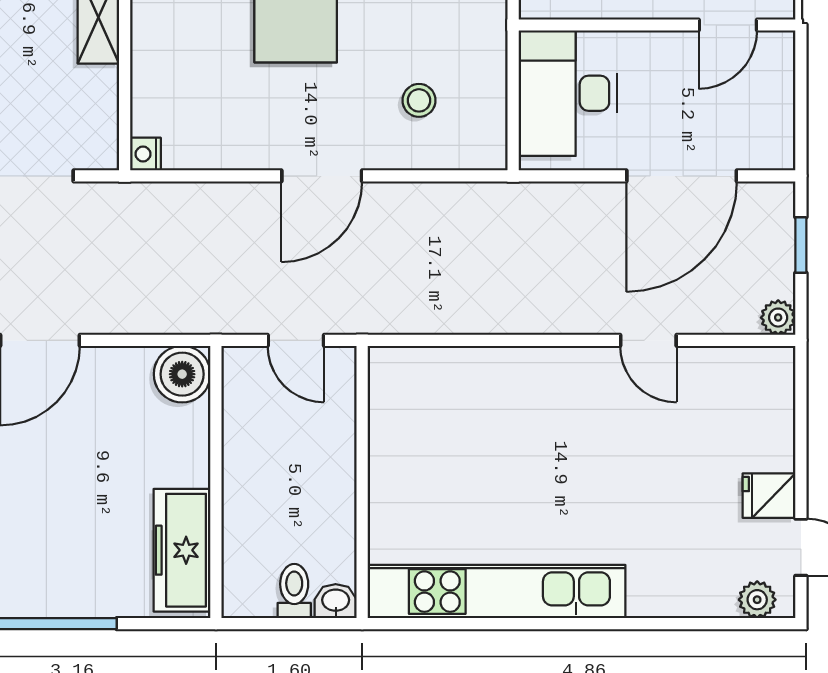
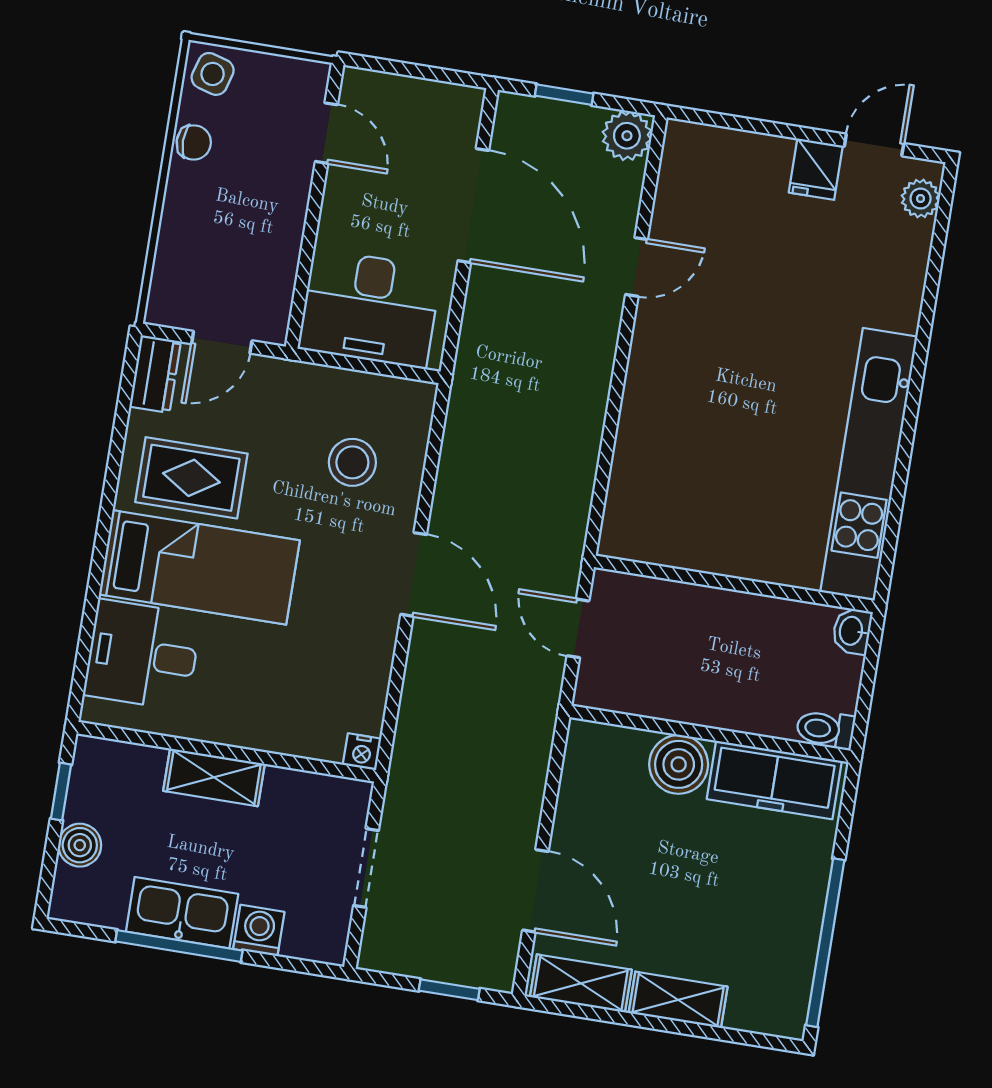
stool: (419, 100) -> (352, 462), width x1.37, depth x1.37
plant: (778, 318) -> (627, 136), width x1.38, depth x1.38
door: (296, 340) -> (578, 628), swing flipped
boiler: (182, 374) -> (679, 764), moved
toilet: (294, 591) -> (825, 729), moved

